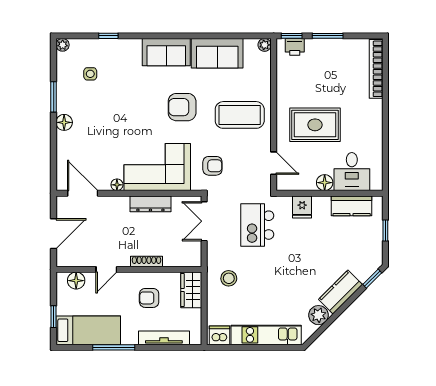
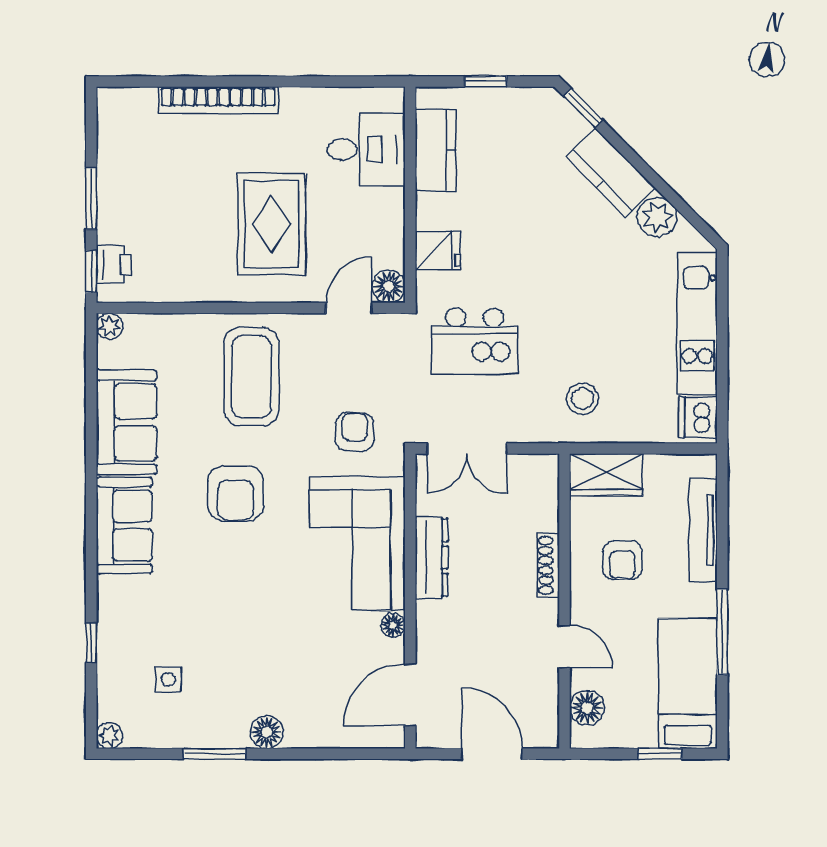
bookcase: (376, 69) -> (218, 100), moved
floor lamp: (325, 183) -> (389, 286), moved

